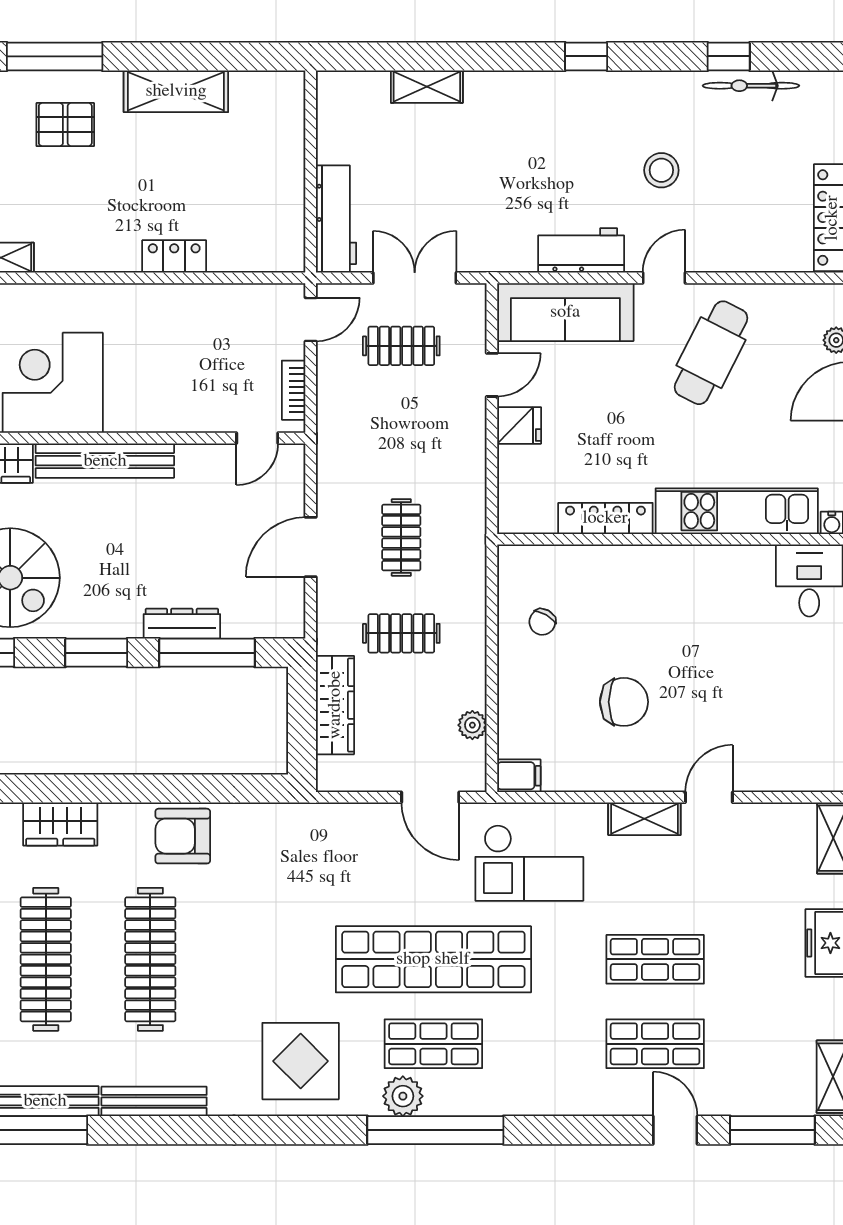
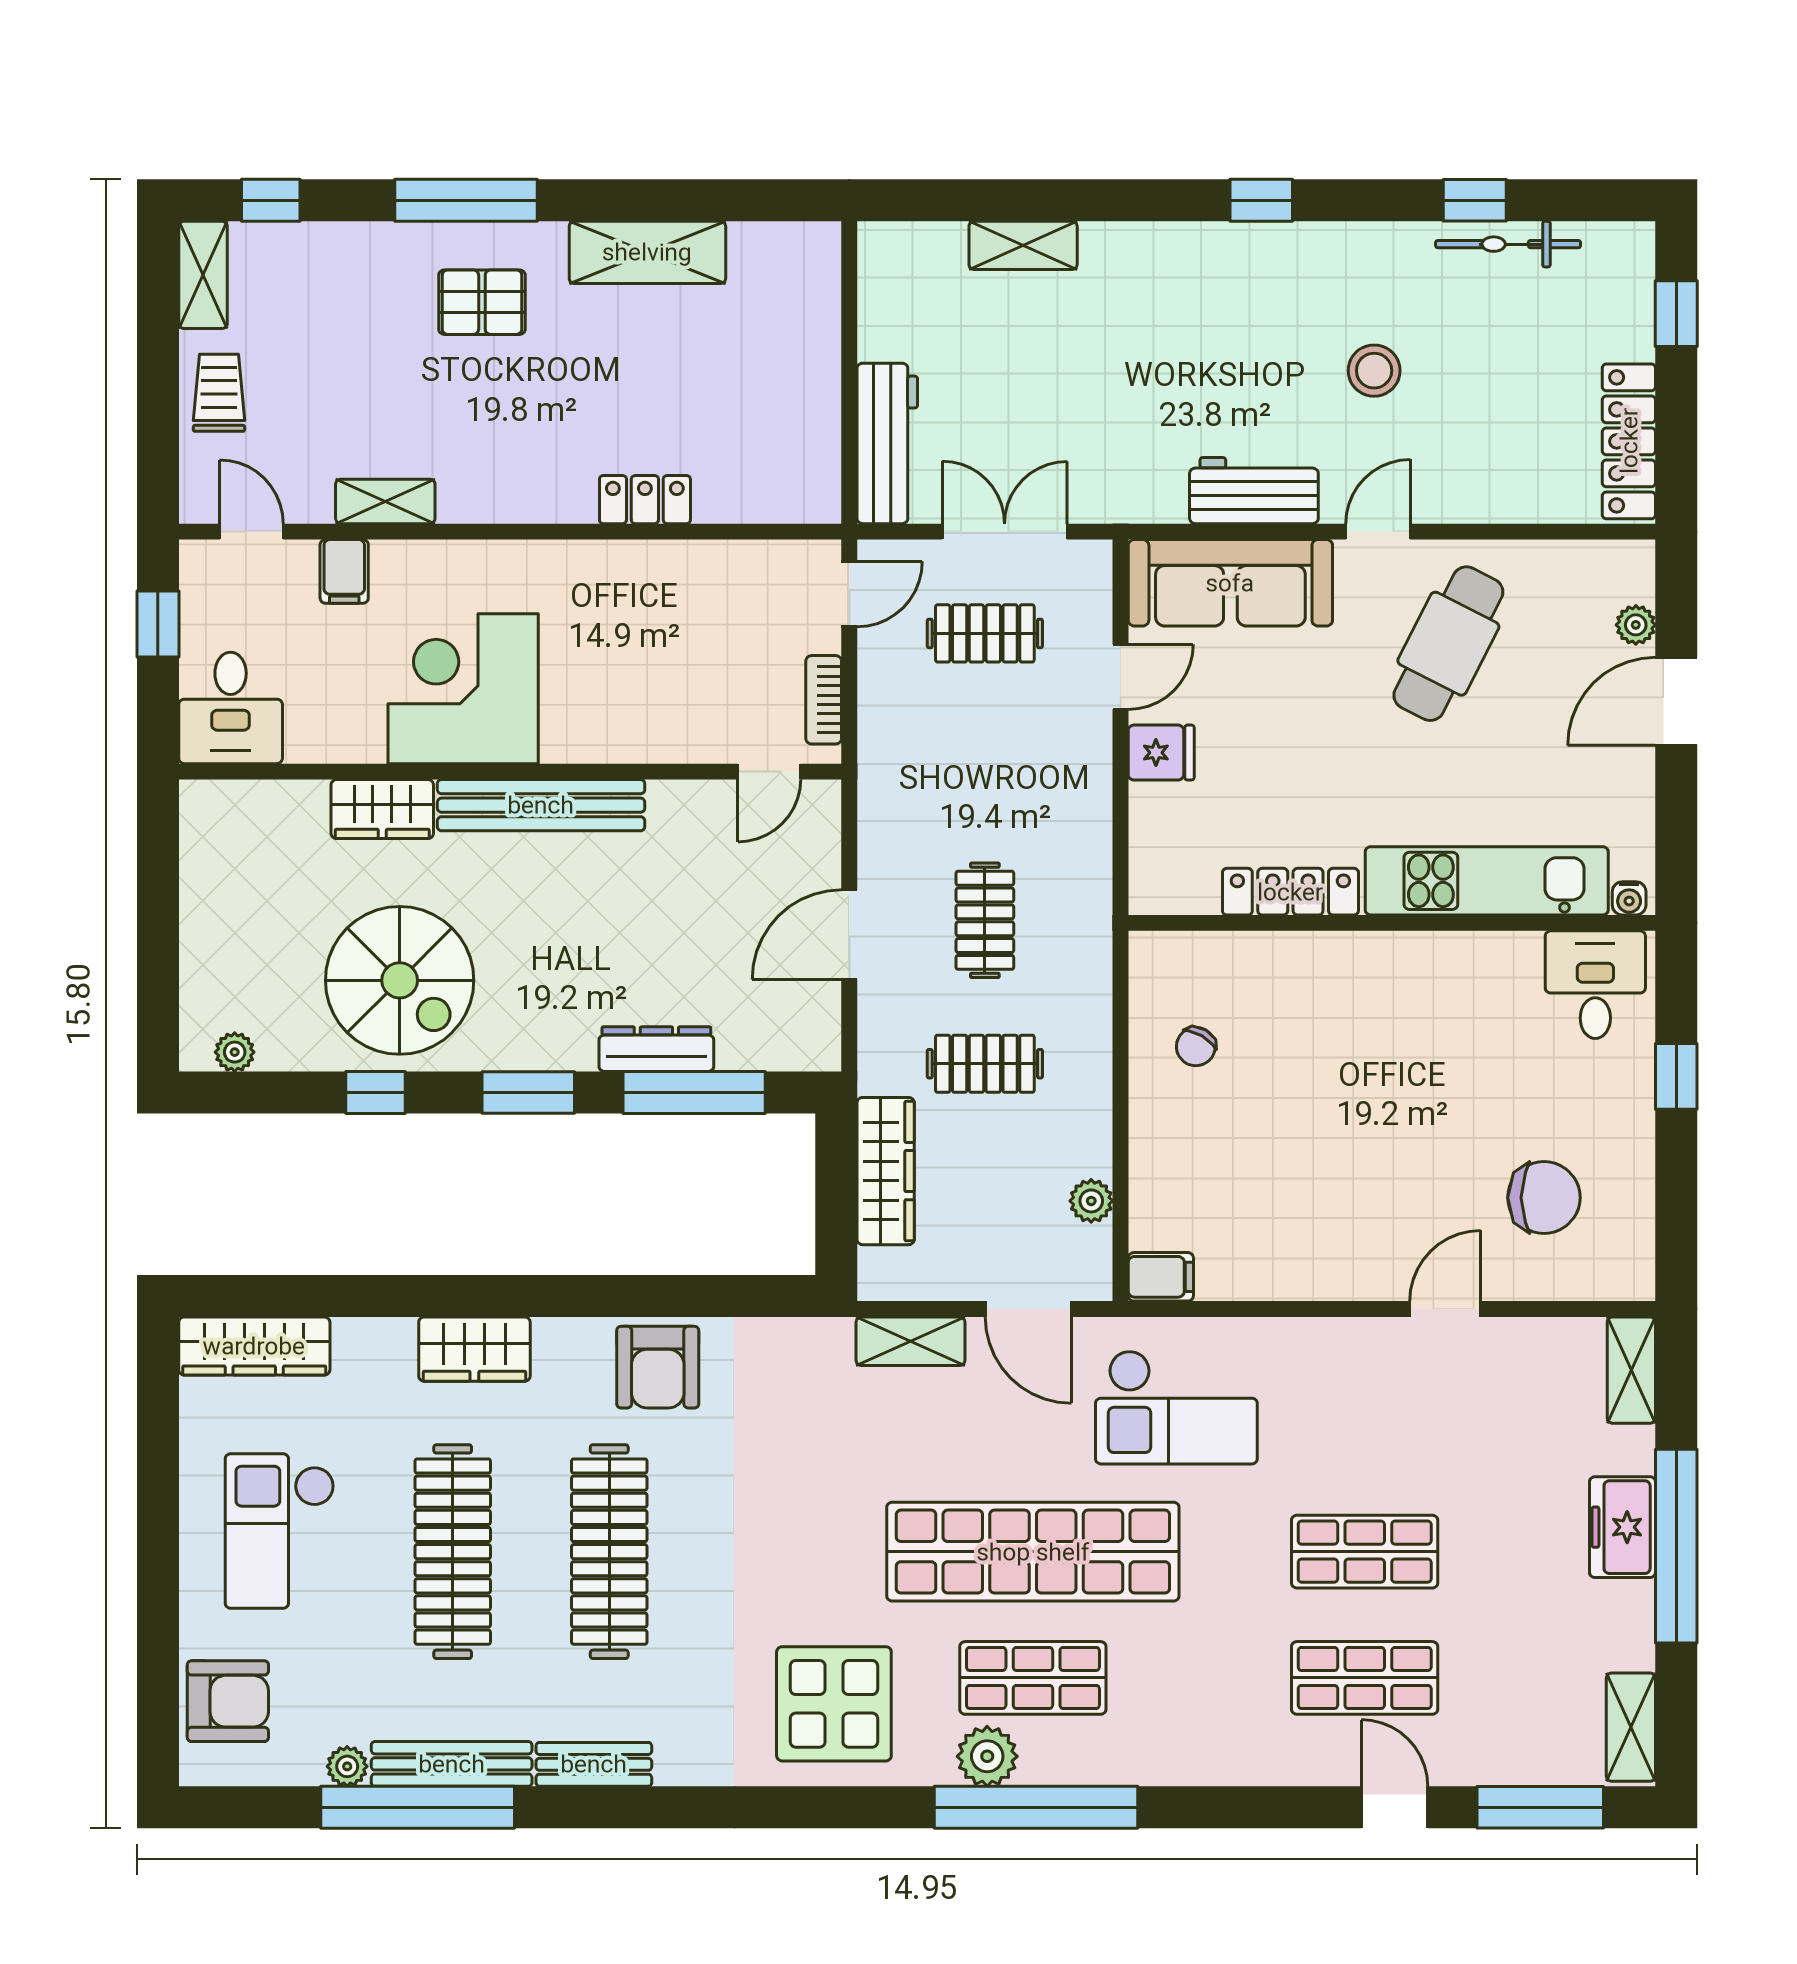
chair: (624, 702) -> (1544, 1198), moved
shelving: (644, 819) -> (910, 1341), moved
armchair: (183, 836) -> (658, 1367), turned -90
bench: (154, 1101) -> (594, 1764), width x0.73

